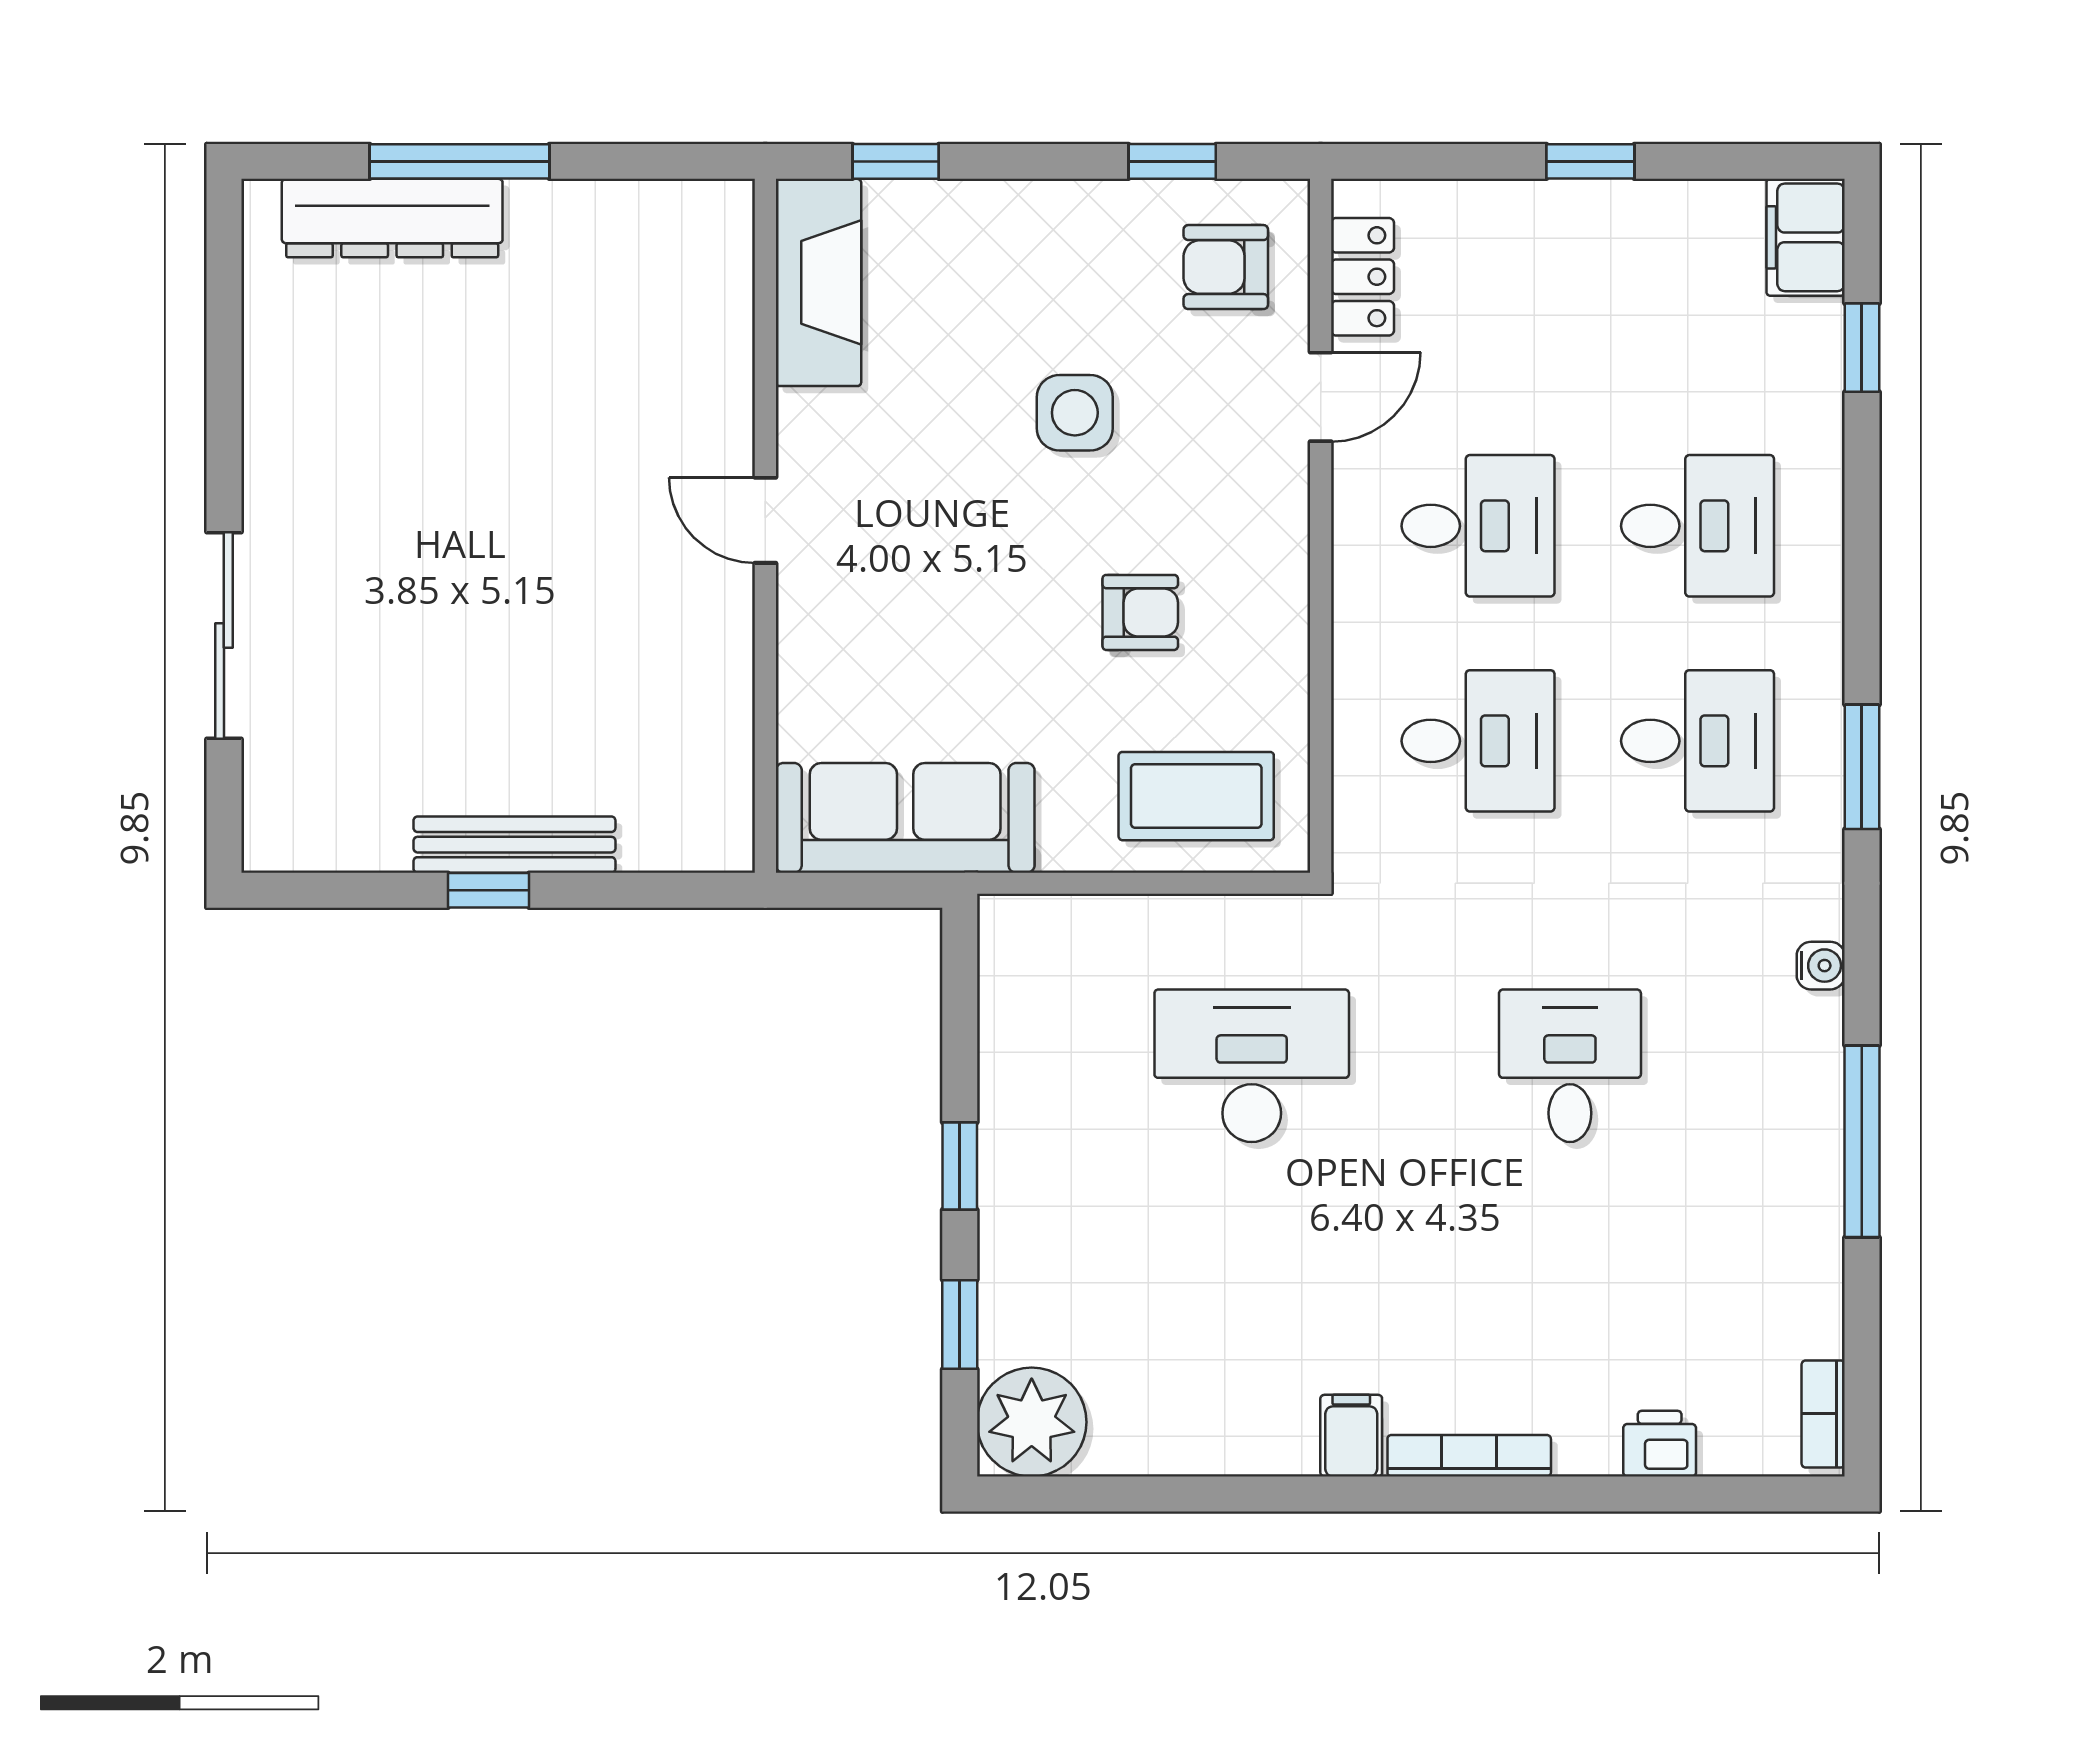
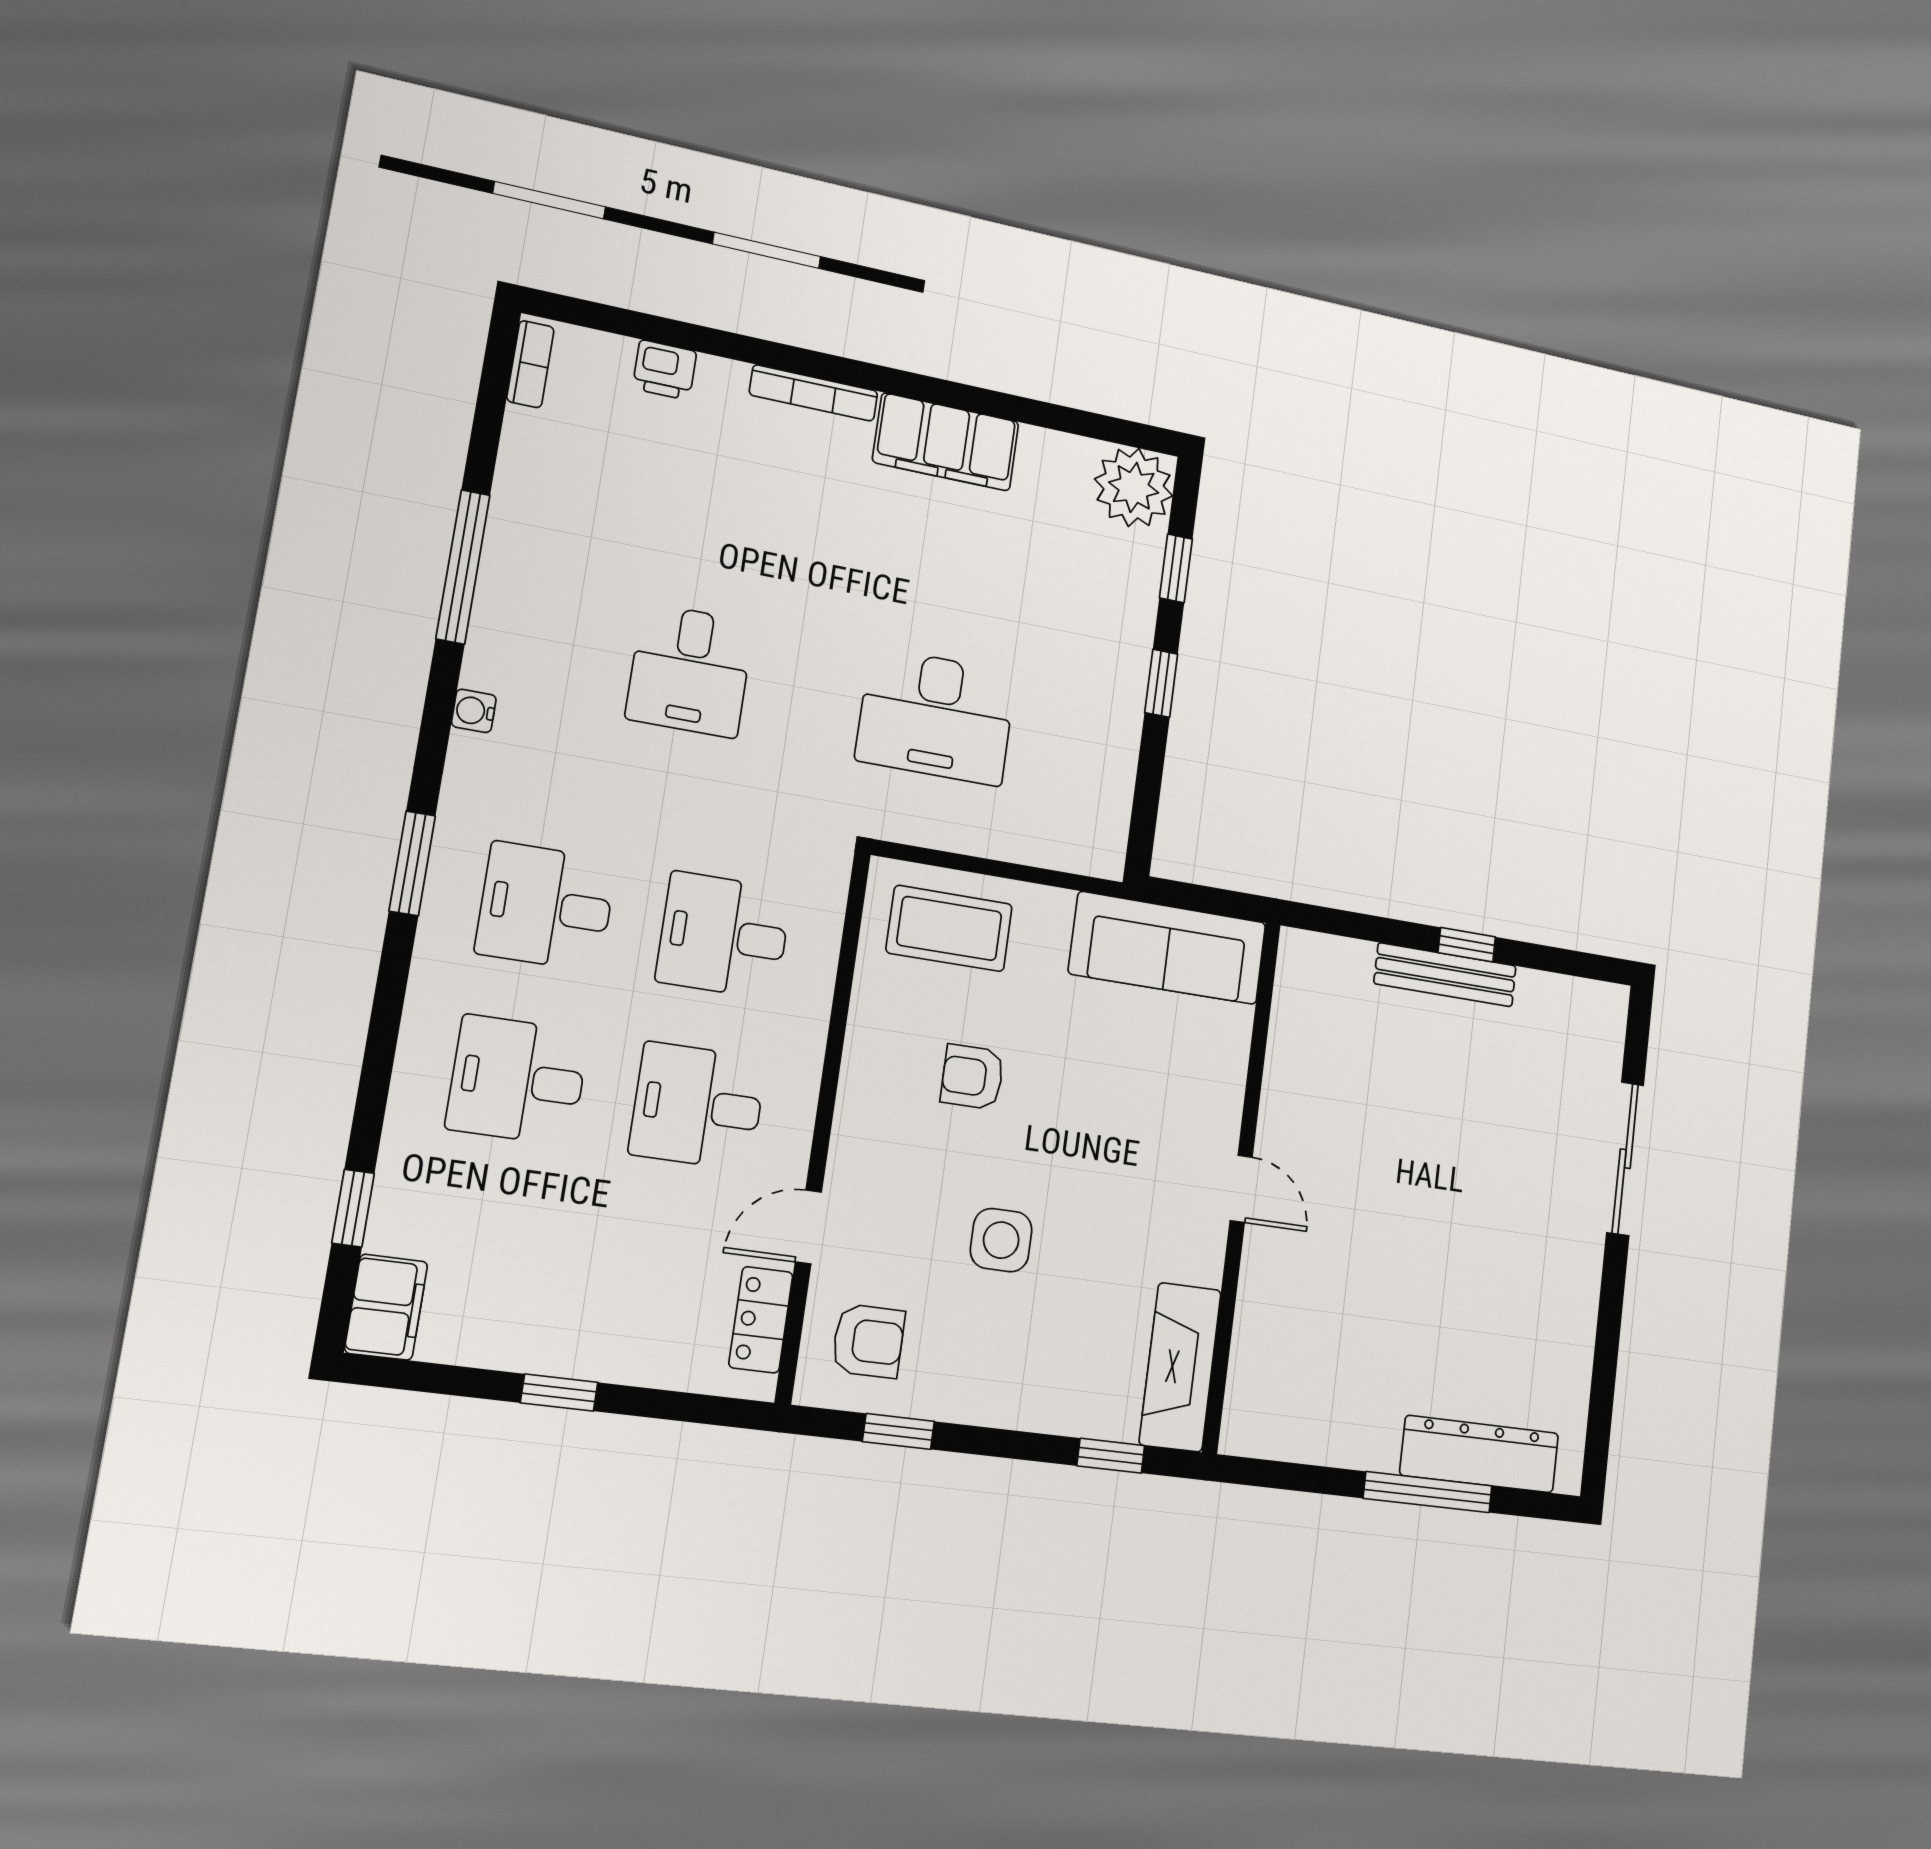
filing cabinet: (1351, 1436) -> (946, 442), width x3.00, depth x1.17

